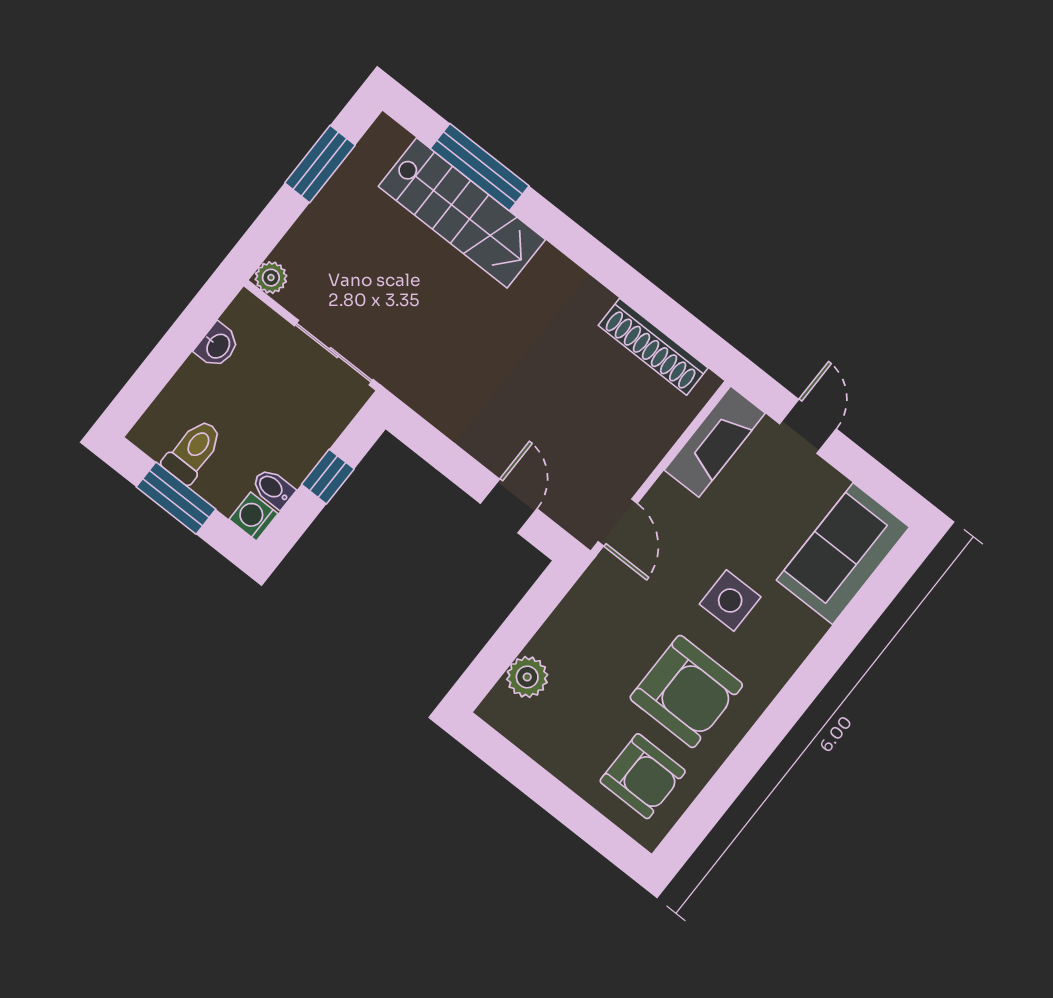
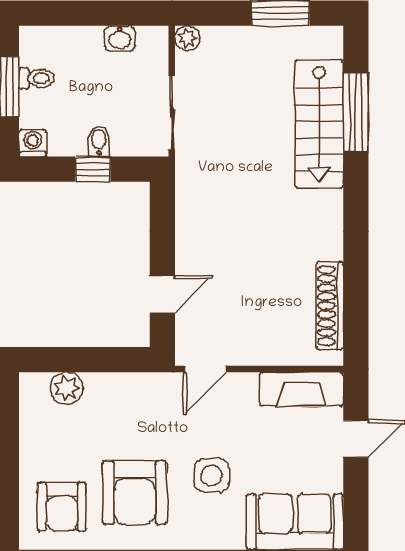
toilet: (193, 451) -> (37, 78), width x0.73, depth x0.72
bidet: (273, 488) -> (99, 141), moved

